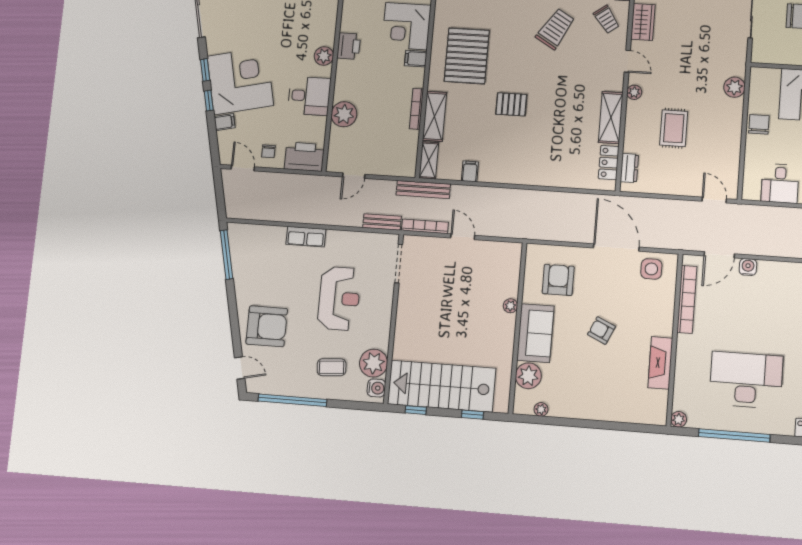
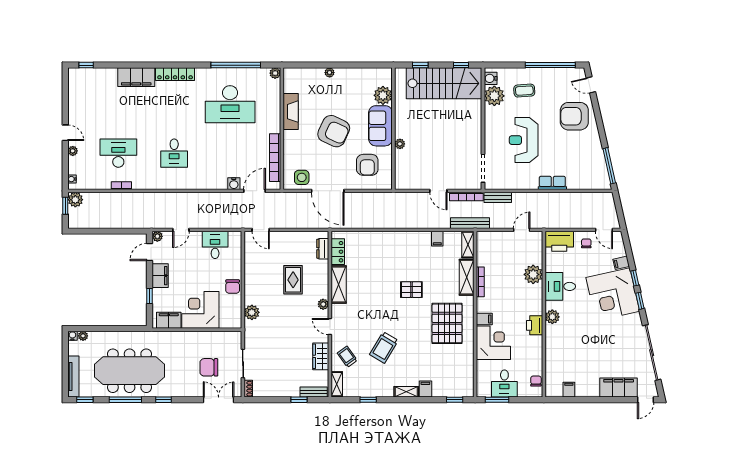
armchair: (601, 330) -> (334, 131), width x1.88, depth x1.88
plant: (541, 409) -> (330, 73), moved

